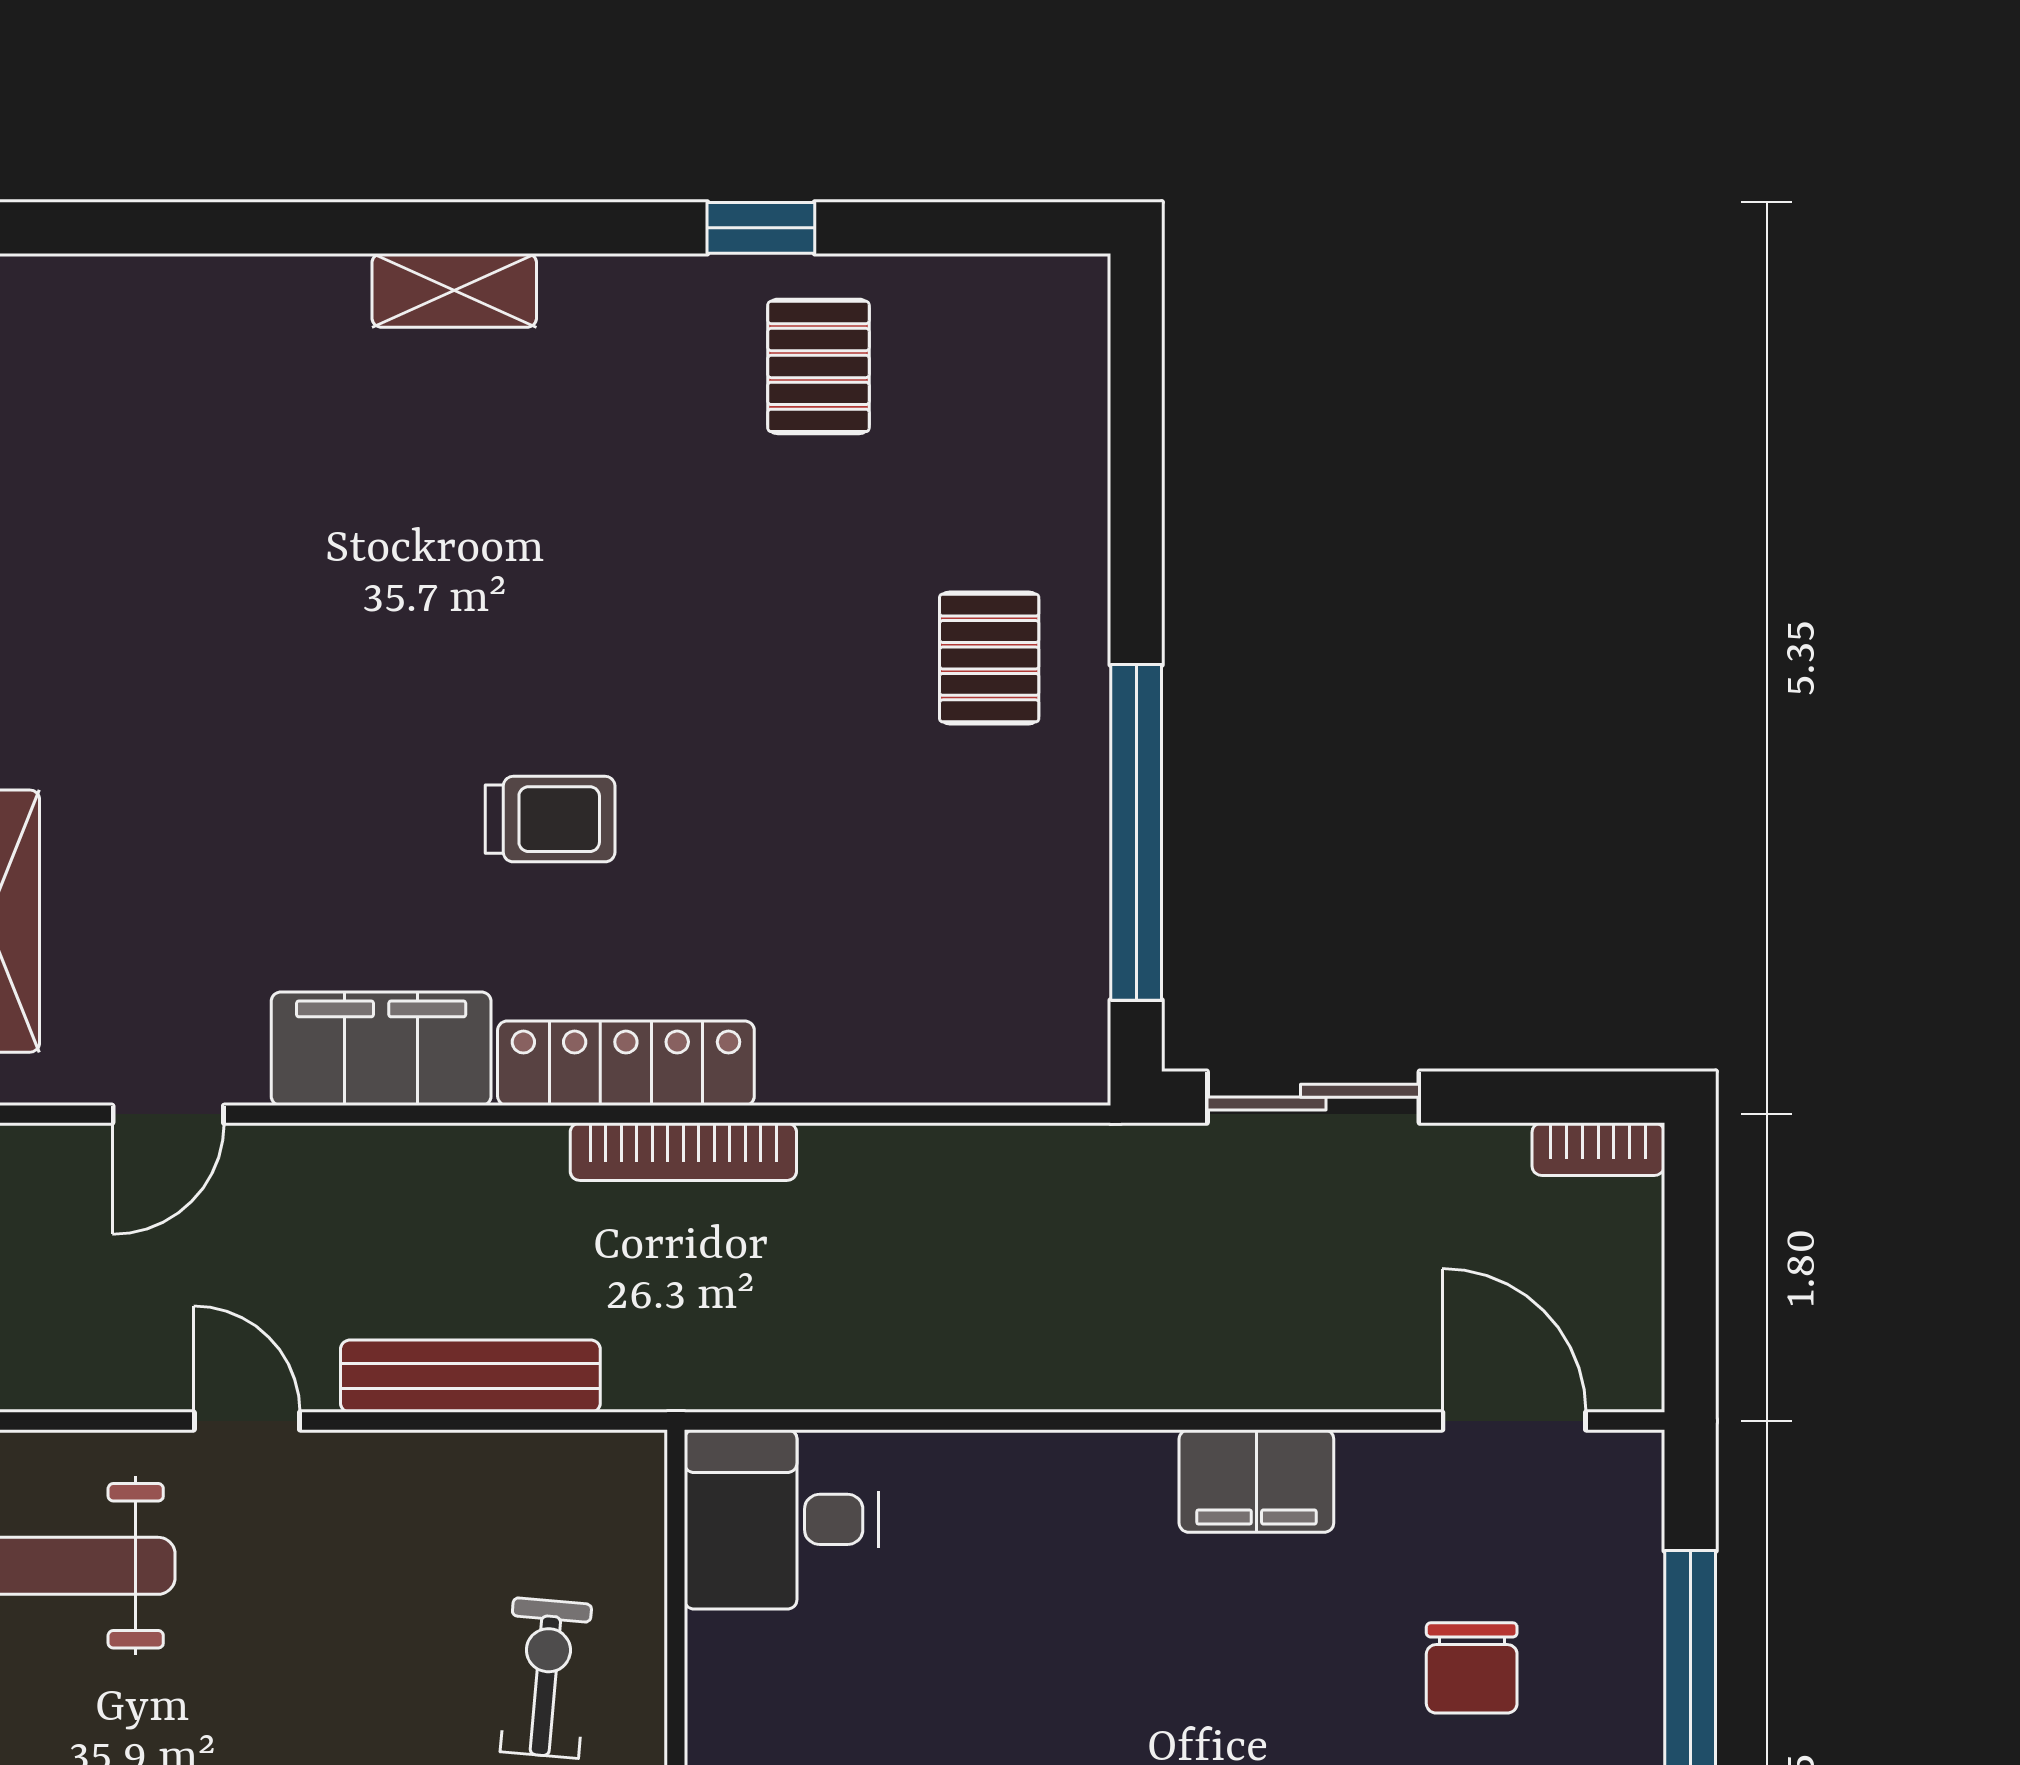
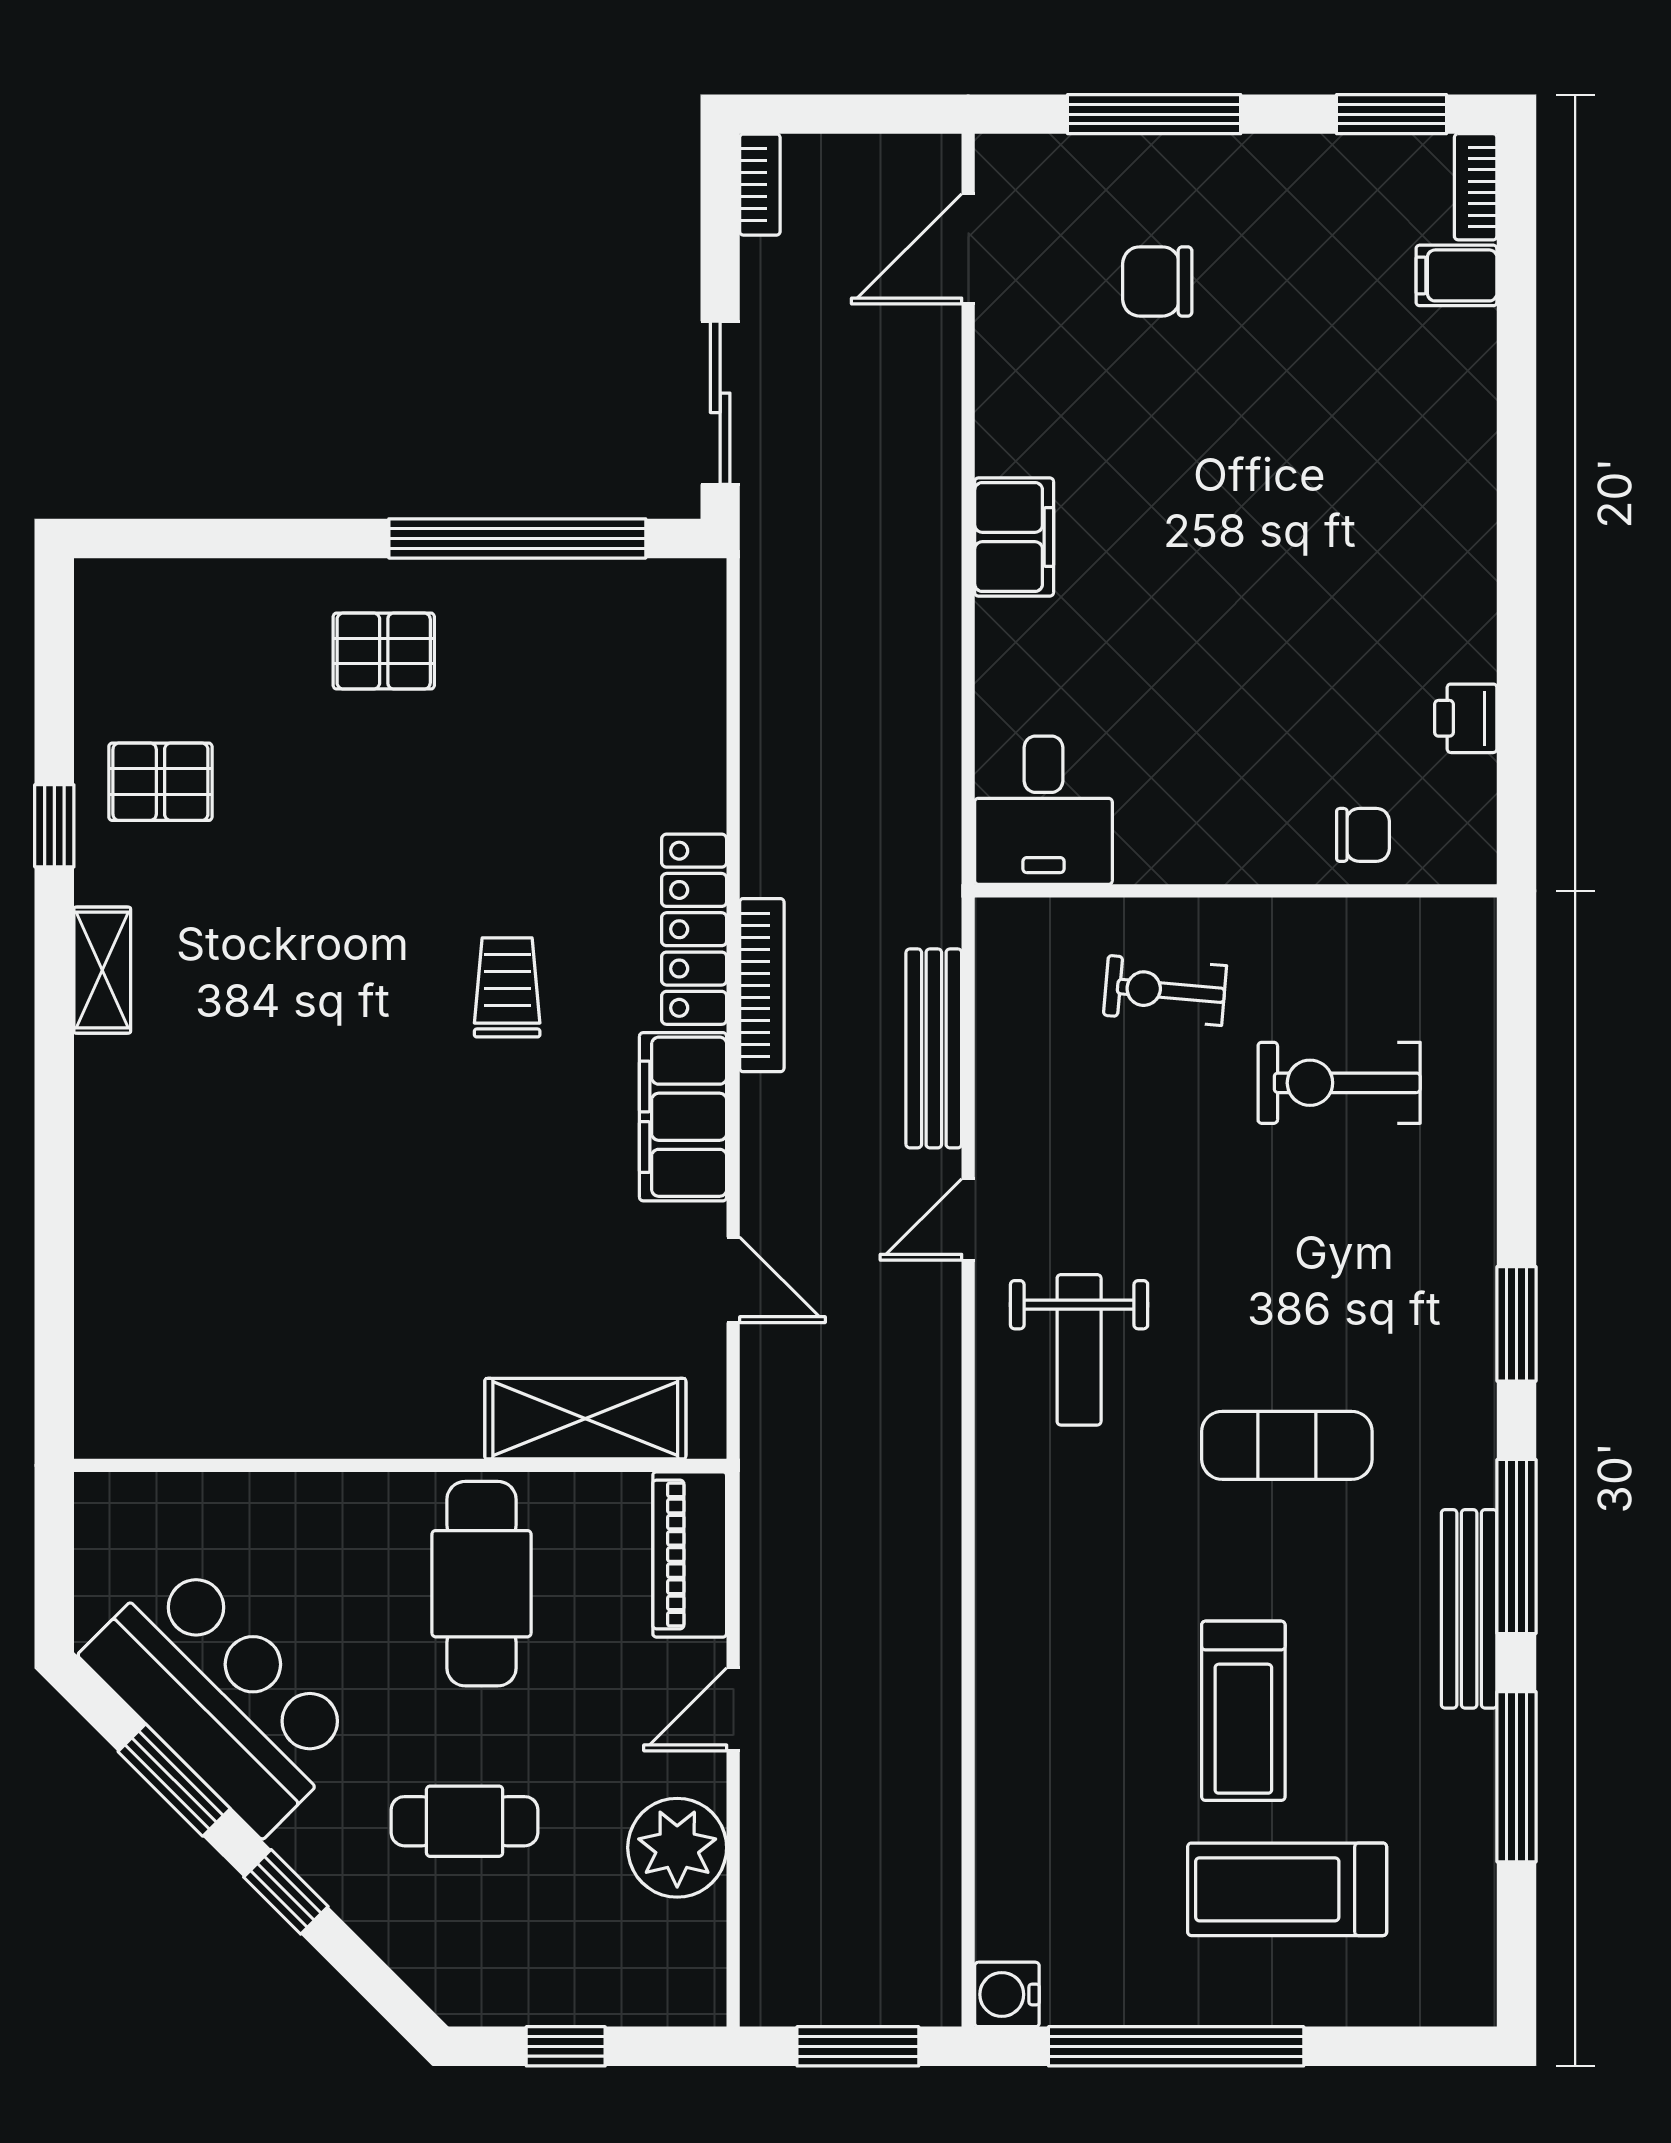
shelving: (454, 290) -> (102, 970), moved
bookcase: (683, 1152) -> (762, 985), moved
filing cabinet: (1256, 1481) -> (1014, 537), moved
chair: (1472, 1668) -> (1157, 281), turned 180

